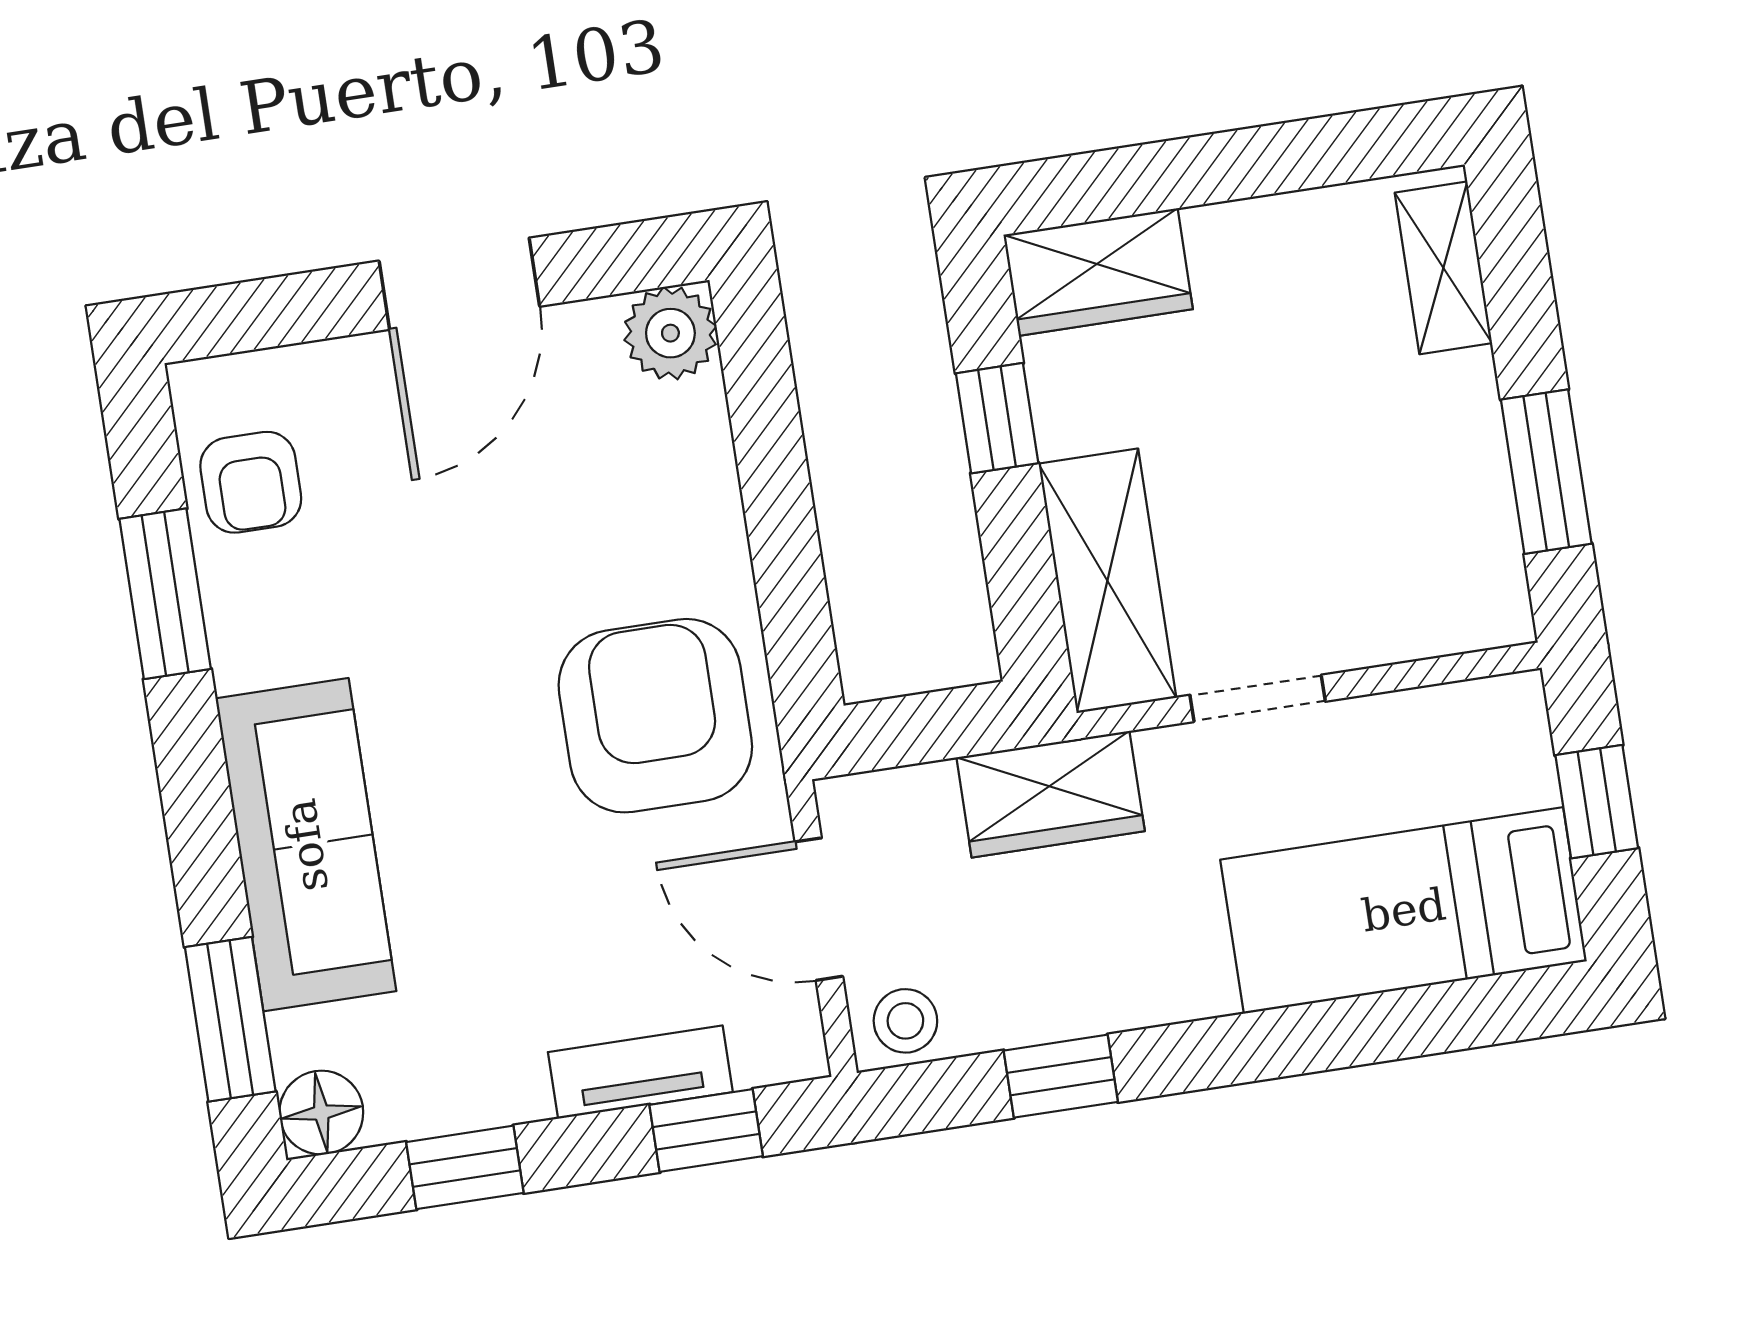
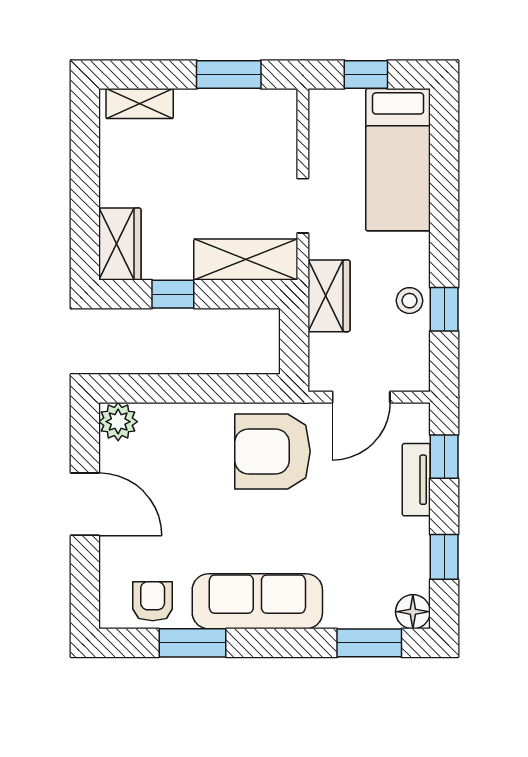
armchair: (251, 482) -> (153, 601), turned -90
sofa: (306, 845) -> (257, 601), moved
stool: (905, 1021) -> (410, 301), moved

